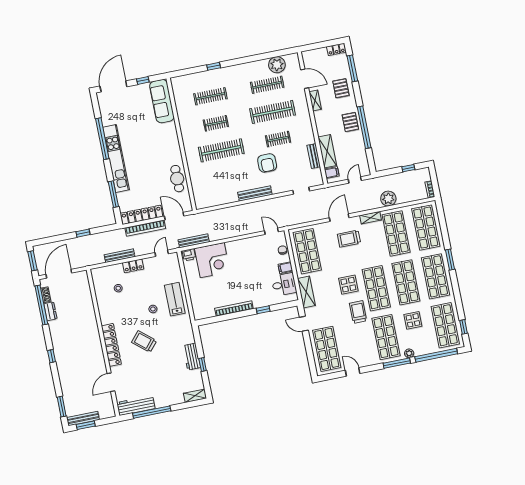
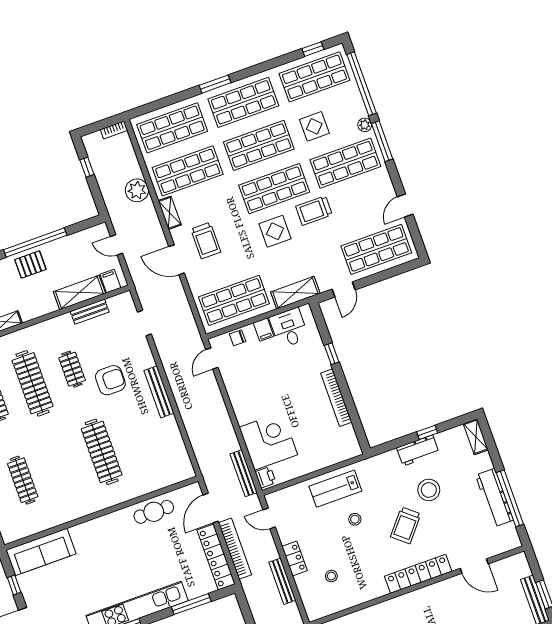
clothes rail: (216, 123) -> (62, 466), removed
stool: (165, 360) -> (429, 490), added
workbench: (136, 406) -> (494, 498), moved

